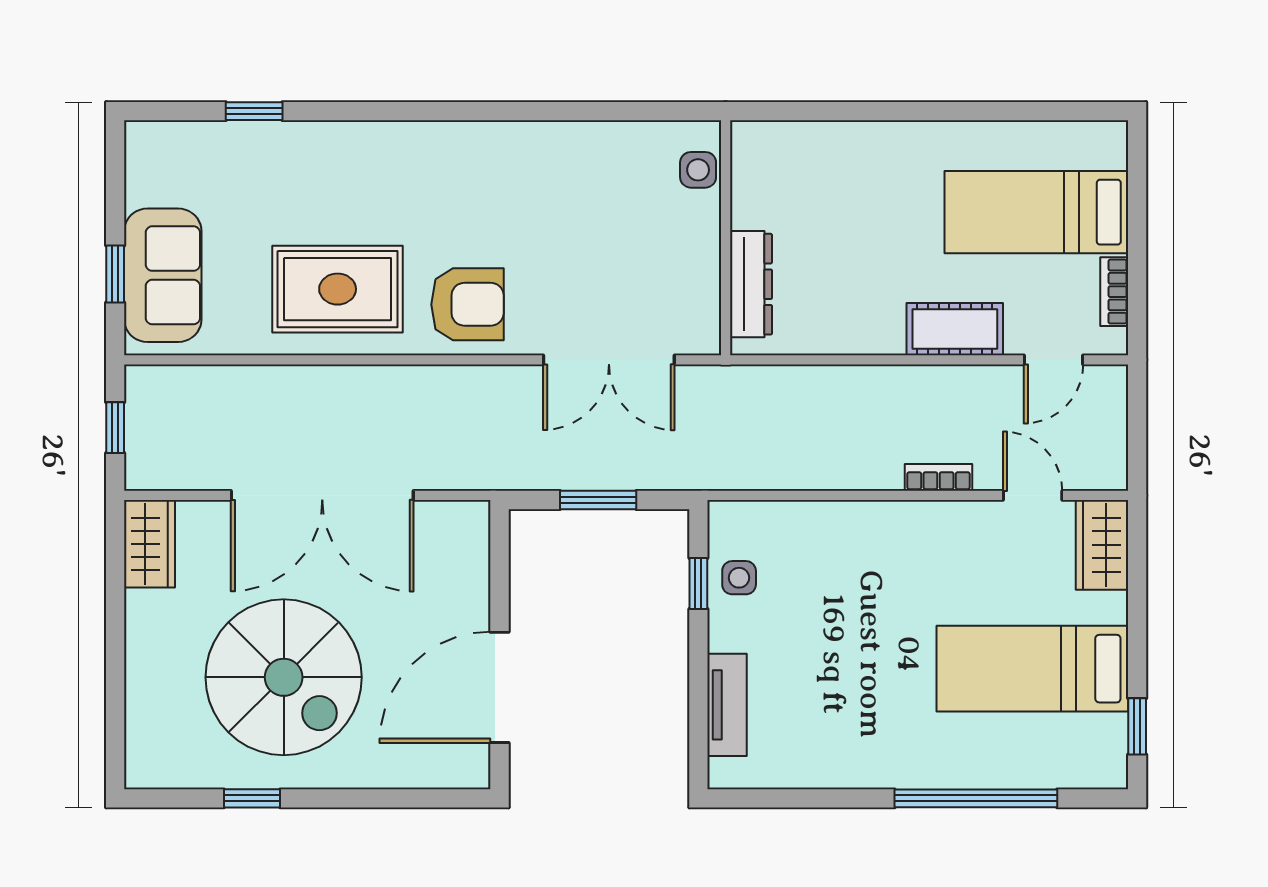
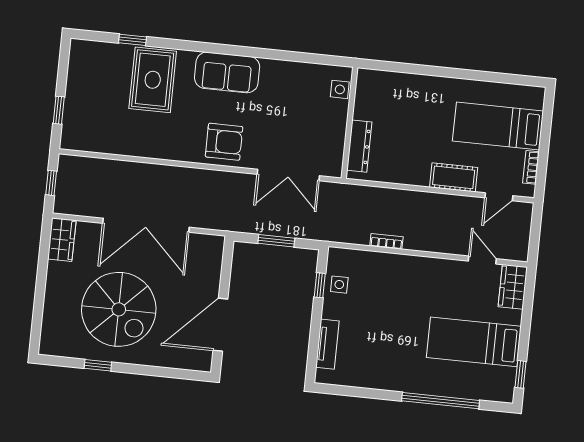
sofa: (163, 275) -> (227, 72), moved, turned 90
rug: (338, 289) -> (153, 80), moved, turned 90
bookcase: (938, 477) -> (386, 241), moved

